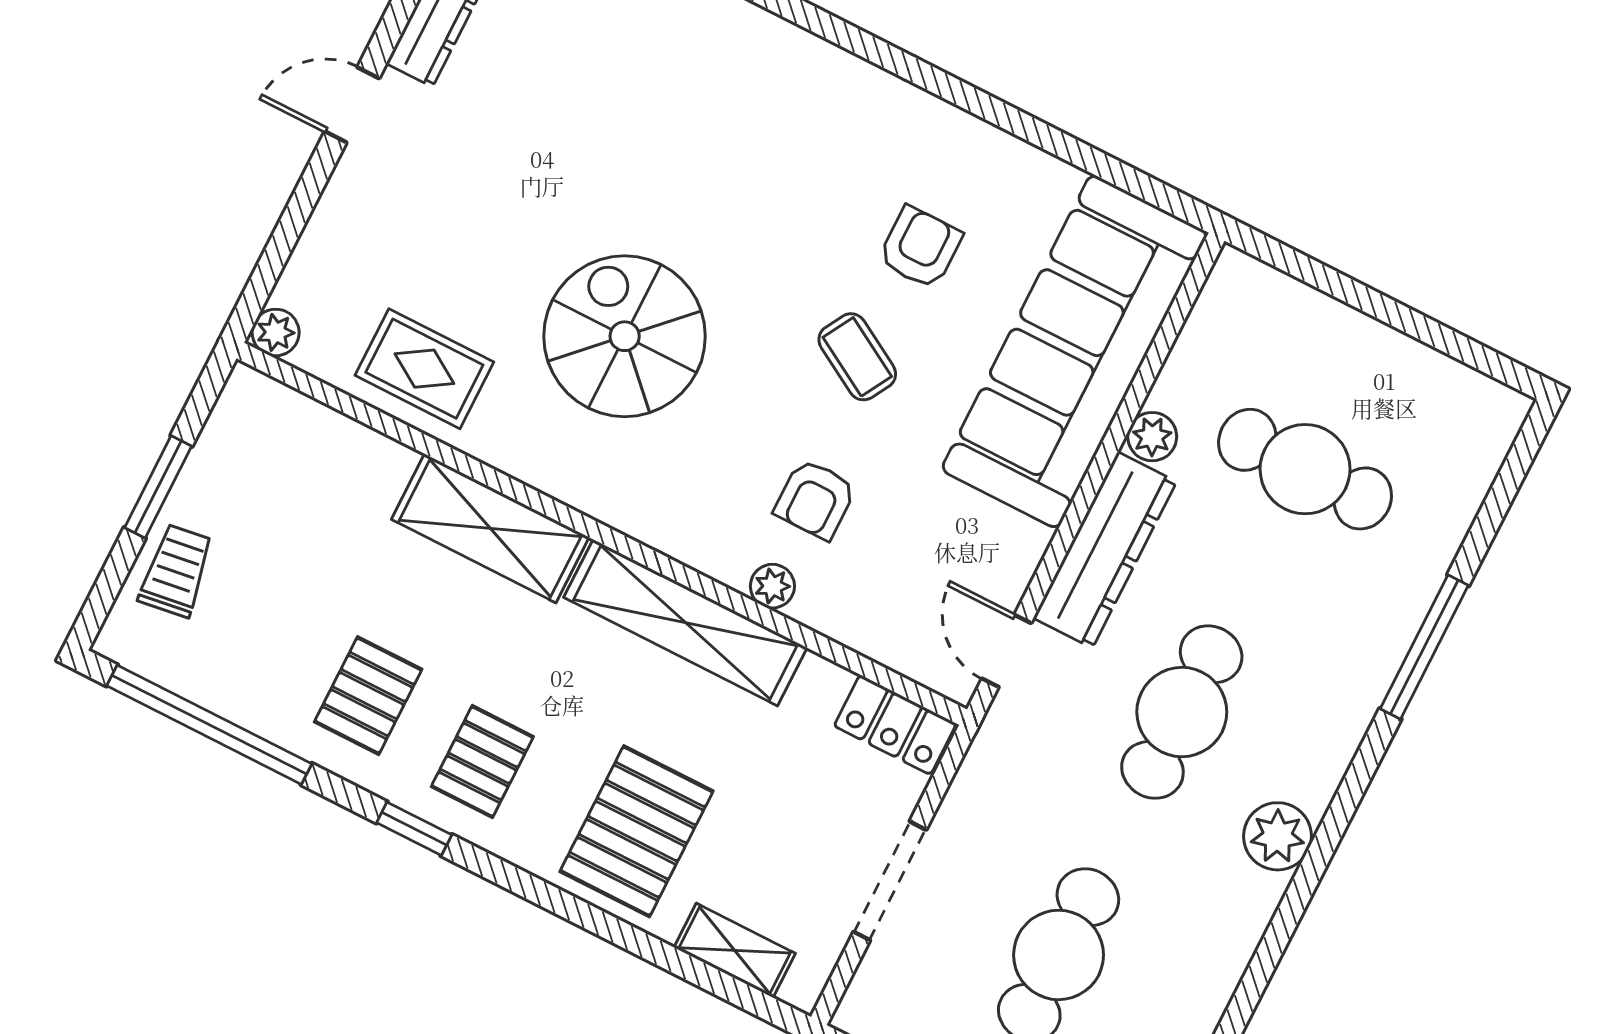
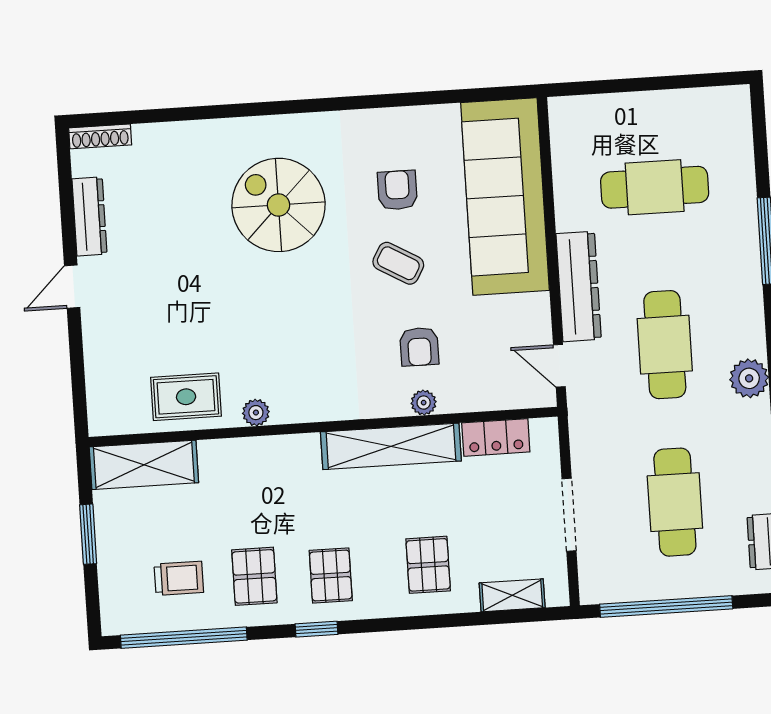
plant: (276, 332) -> (256, 413), moved
spiral stairs: (625, 336) -> (279, 205), moved
plant: (1152, 437) -> (569, 216), removed
shelving: (490, 528) -> (144, 465), moved
trolley: (176, 571) -> (179, 578), moved, turned 98
locker: (895, 725) -> (496, 437), moved
pallet: (637, 831) -> (428, 565), width x0.67, depth x0.71

